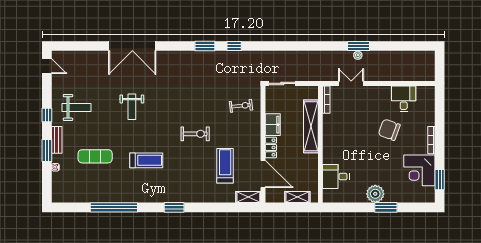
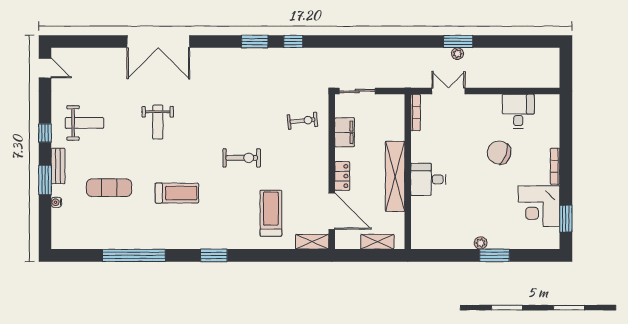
filing cabinet: (273, 125) -> (345, 132), moved
shelving: (311, 126) -> (395, 176), moved
treadmill: (225, 166) -> (271, 213), moved
desk: (336, 177) -> (428, 179), moved
plant: (375, 194) -> (481, 243), width x0.53, depth x0.53

